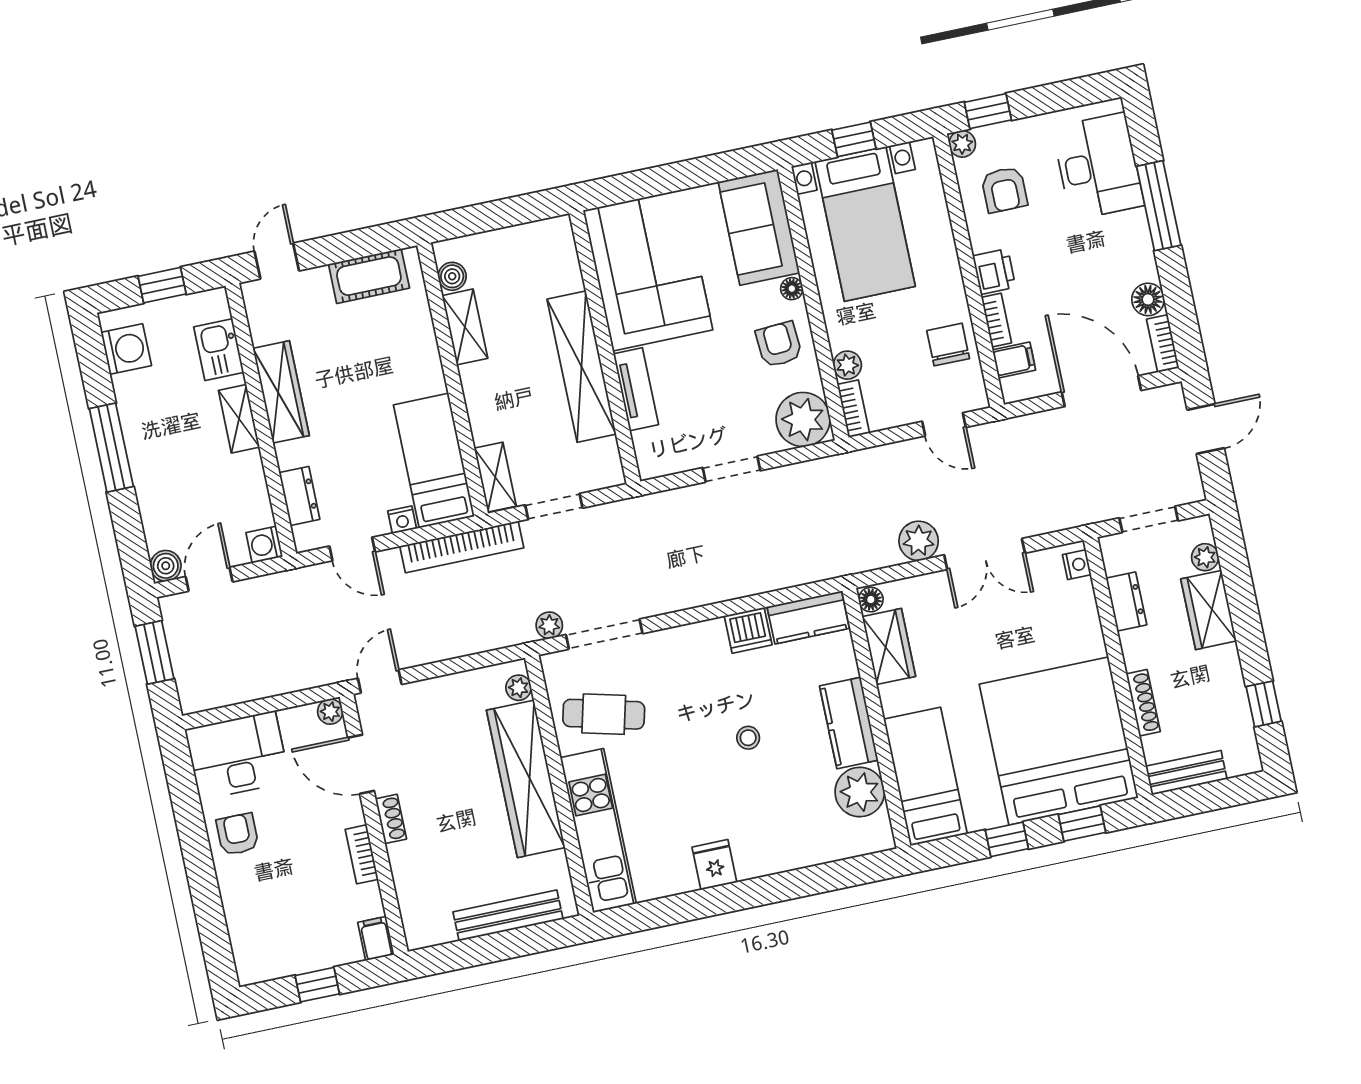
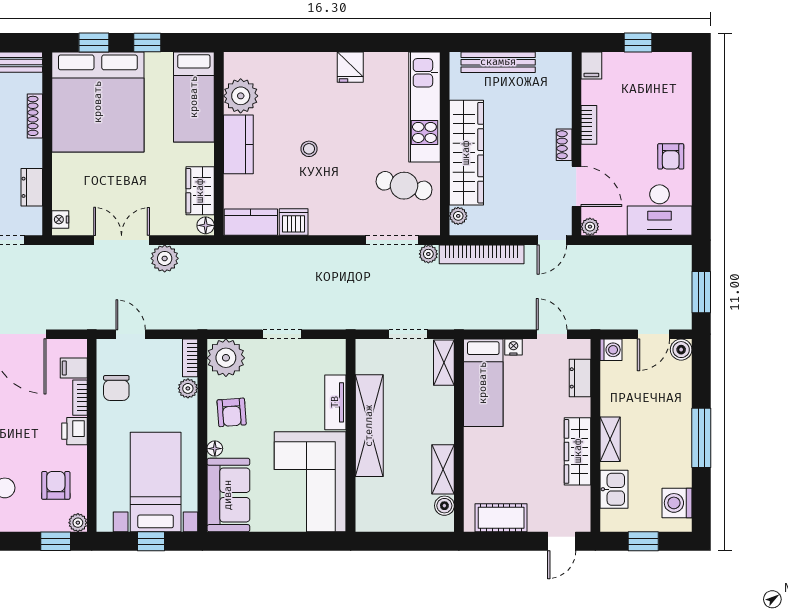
bookcase: (462, 547) -> (482, 254), moved, turned 180

